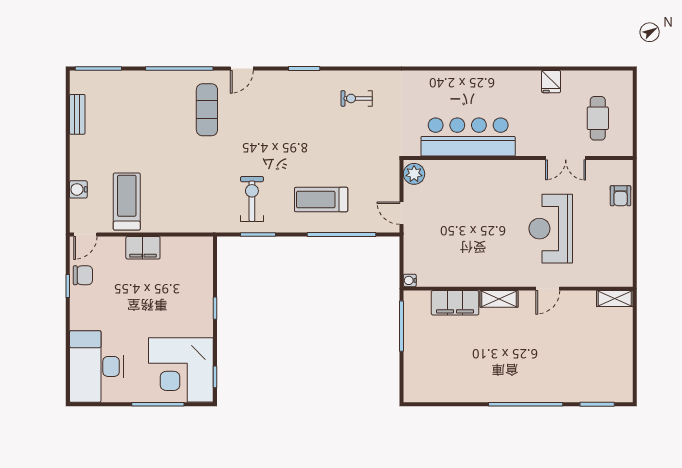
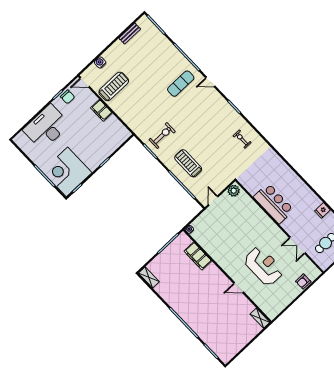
bar counter: (468, 137) -> (274, 203), width x0.73
reception desk: (551, 229) -> (264, 266), turned 90
shelving: (499, 299) -> (149, 277), moved
desk: (96, 366) -> (46, 127), moved

